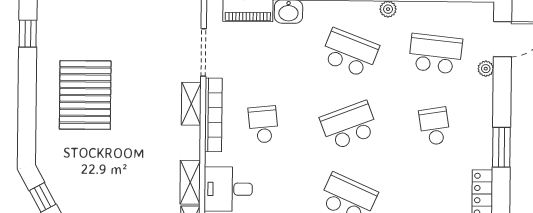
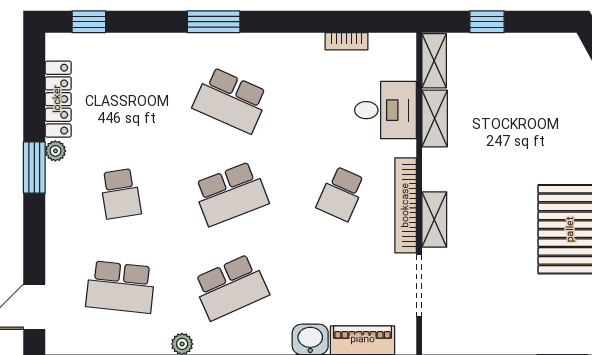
school desk: (350, 53) -> (231, 287), turned -45
plant: (486, 69) -> (55, 151), moved
school desk: (263, 125) -> (341, 194), turned 30

